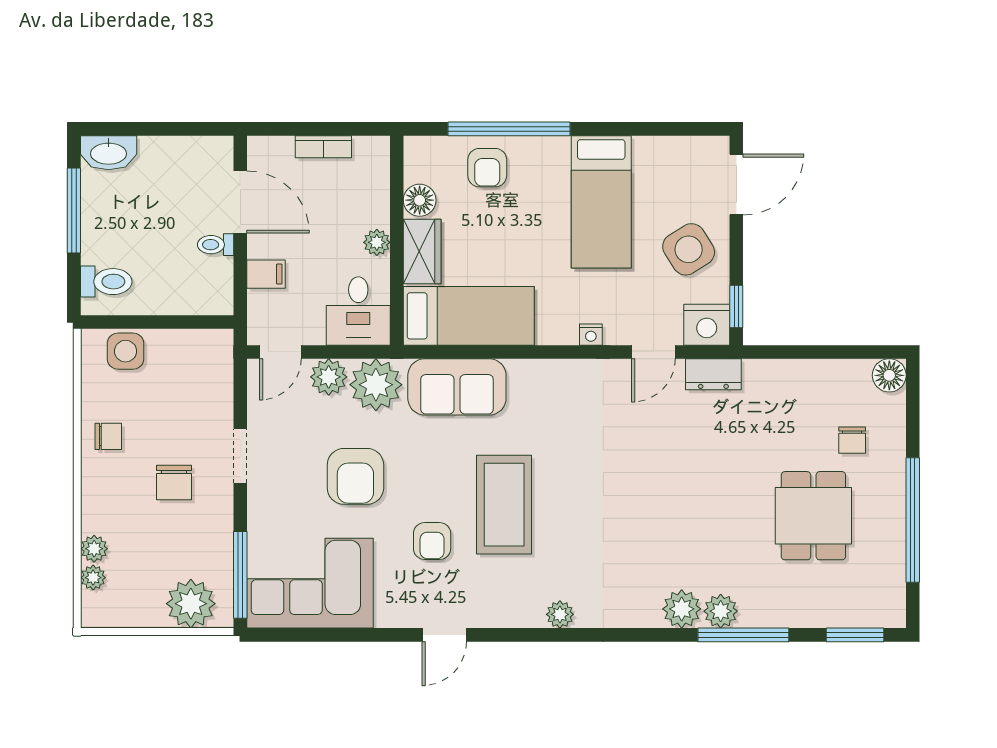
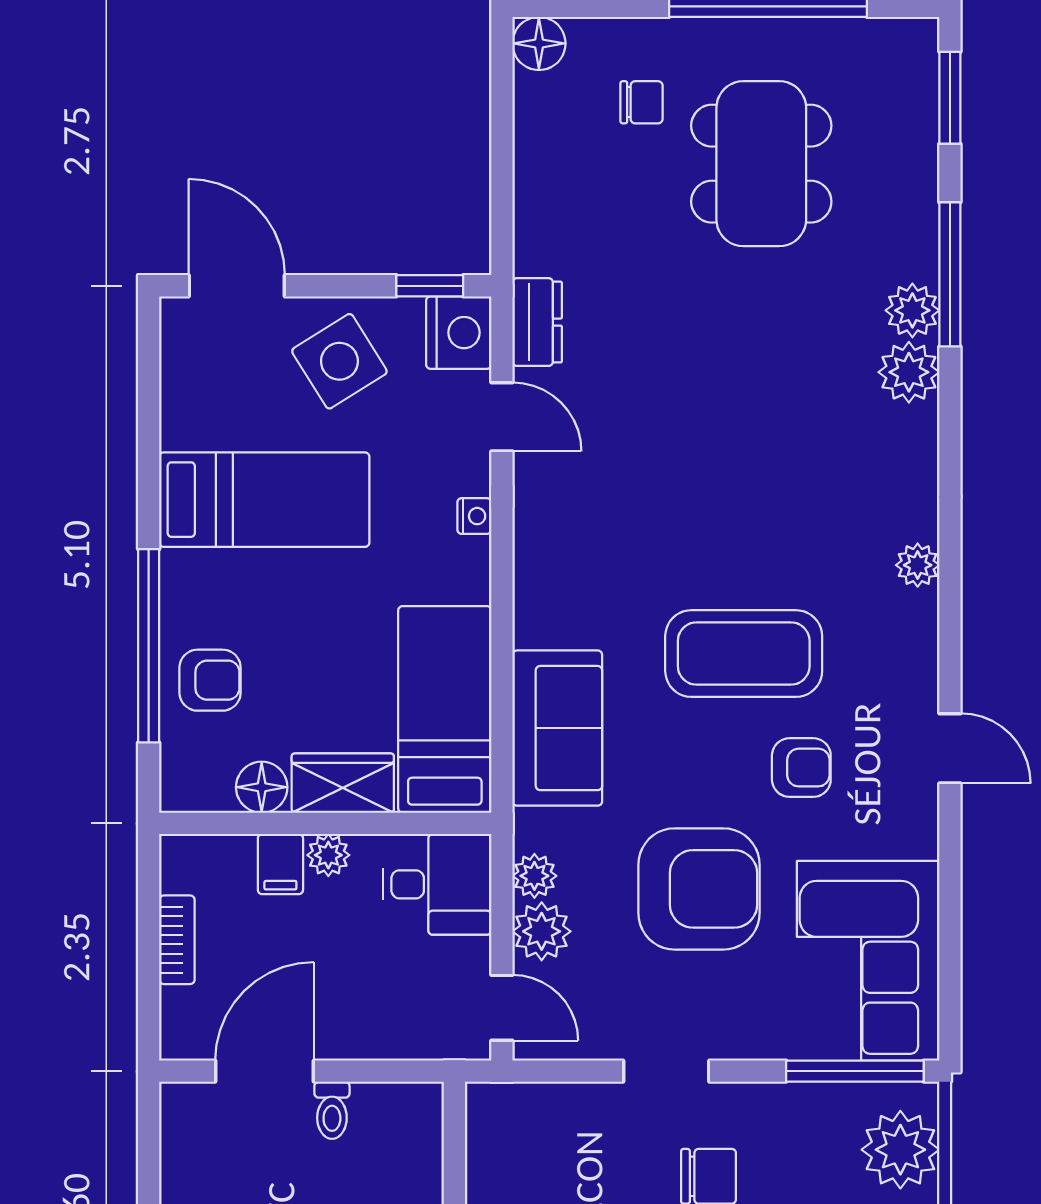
filing cabinet: (266, 274) -> (280, 864), moved, turned 180
plant: (376, 385) -> (534, 876), width x0.53, depth x0.53
armchair: (355, 476) -> (699, 889), width x1.36, depth x1.36
dining table: (813, 516) -> (761, 164), width x1.38

